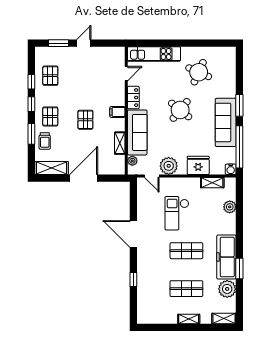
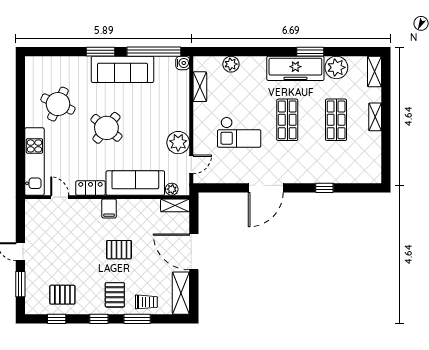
window: (31, 82) -> (57, 319), moved
pallet: (50, 116) -> (115, 295), turned 90
shelving: (120, 143) -> (175, 205), moved
fridge: (198, 165) -> (178, 105), removed

